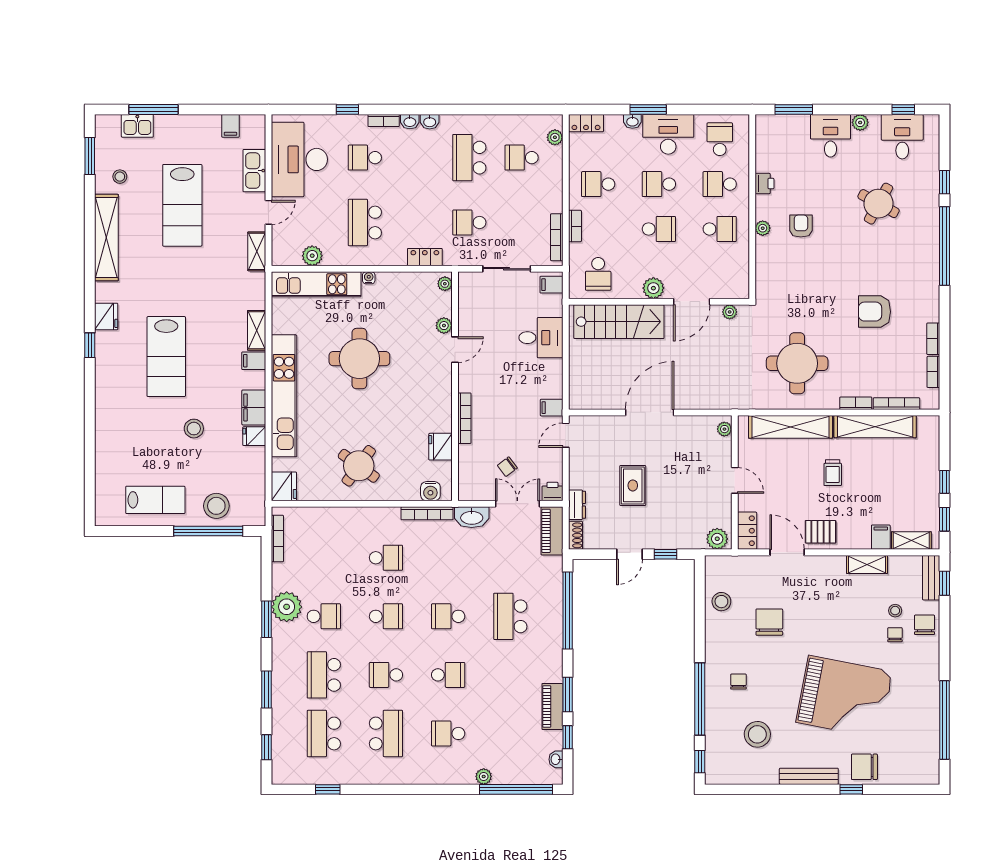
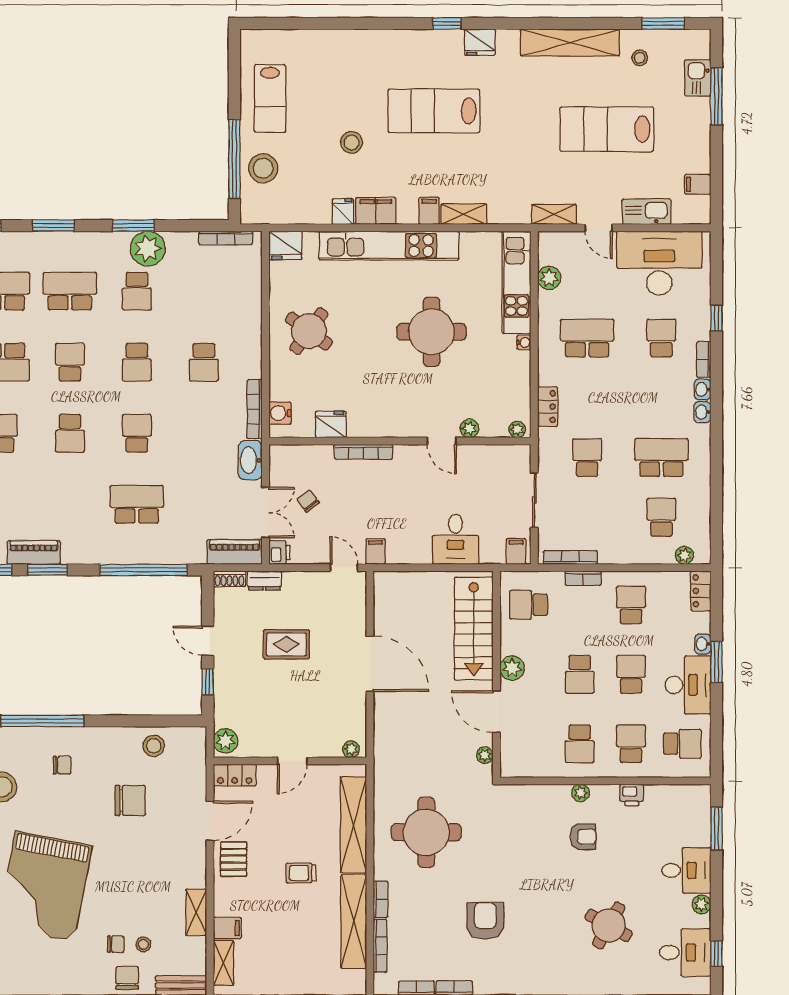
chair: (925, 625) -> (127, 978), turned -90

